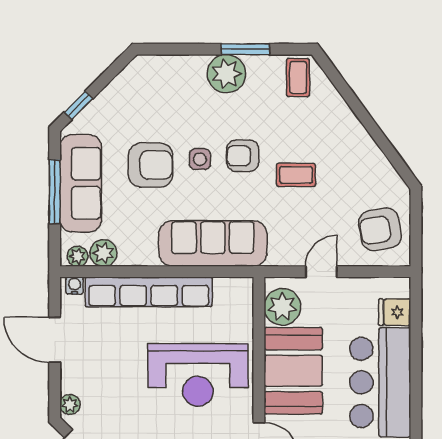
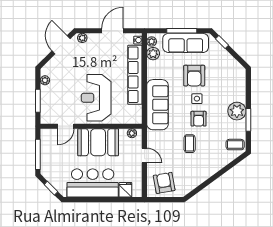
armchair: (243, 156) -> (199, 119), turned 180
plant: (282, 307) -> (132, 133), width x0.53, depth x0.53

